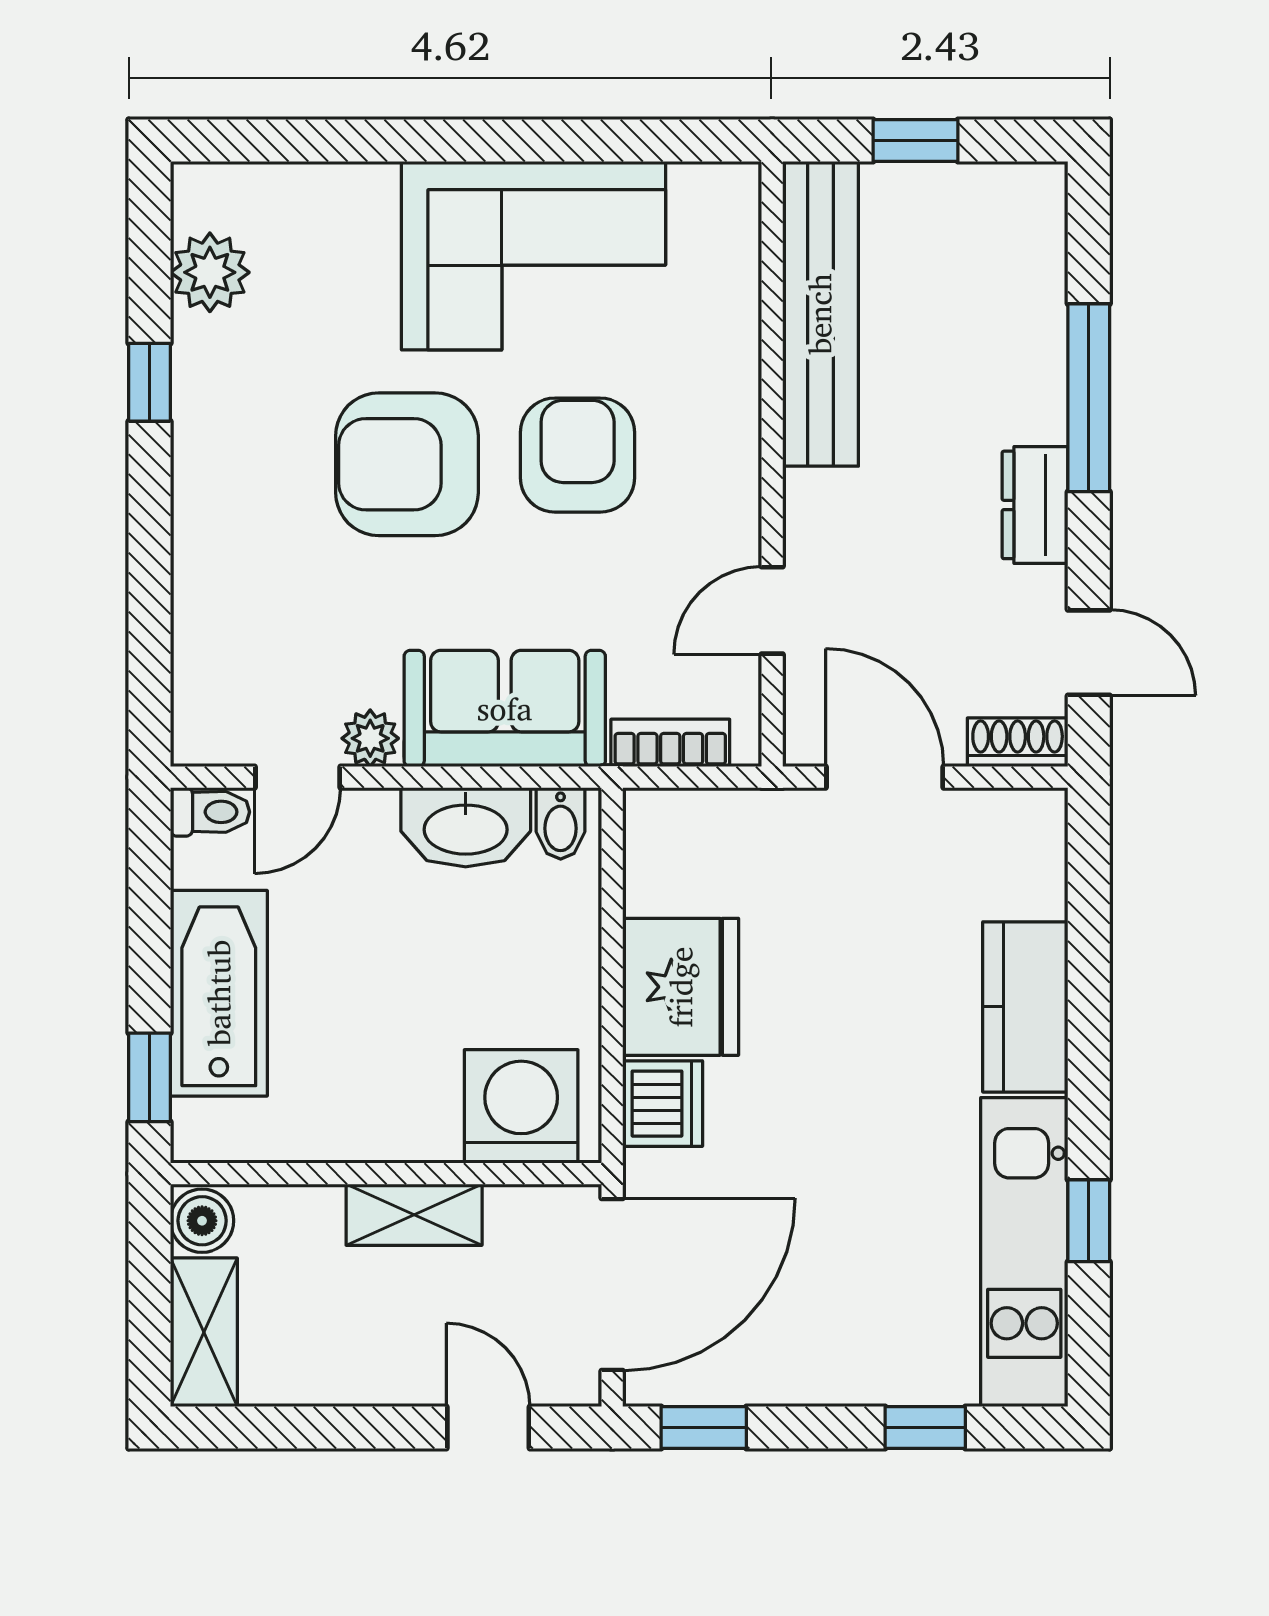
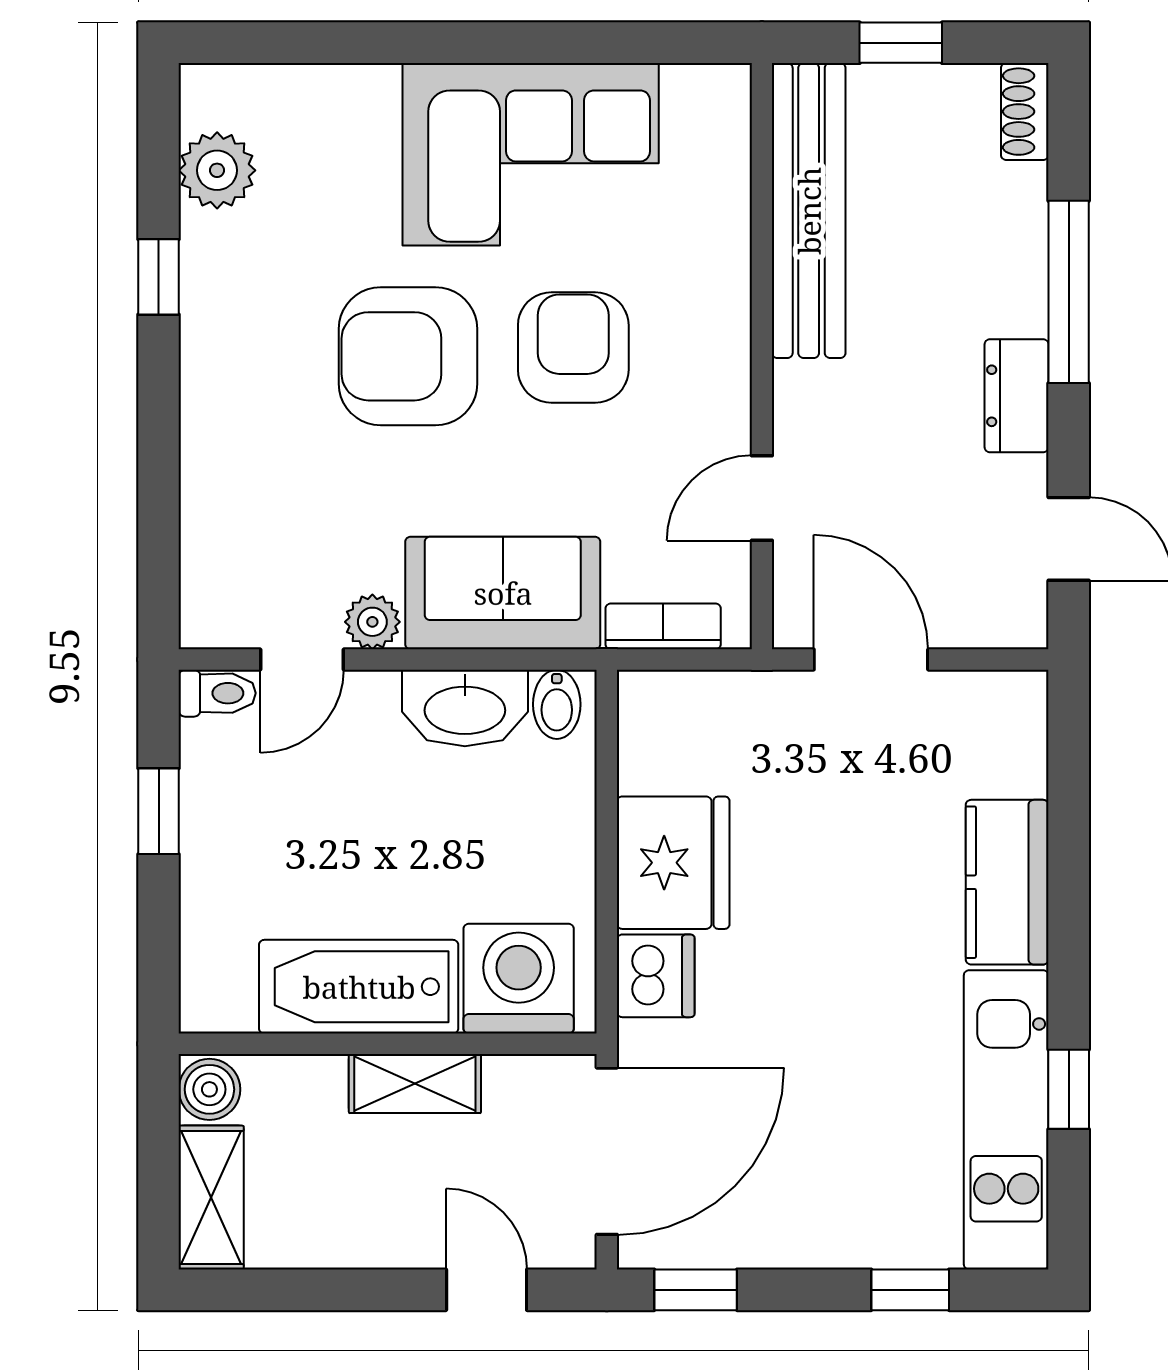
shoe rack: (1018, 742) -> (1025, 112), moved, turned -90
bathtub: (219, 993) -> (359, 987), moved, turned -90
window: (149, 1077) -> (159, 811), moved

